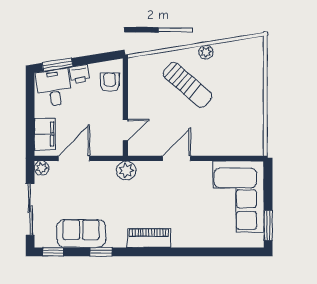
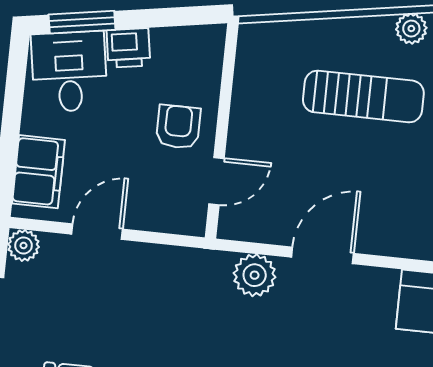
armchair: (110, 82) -> (178, 127), moved
sun lounger: (188, 85) -> (363, 96), turned -41
door: (74, 158) -> (97, 232), width x0.73
plant: (126, 170) -> (255, 275), moved

